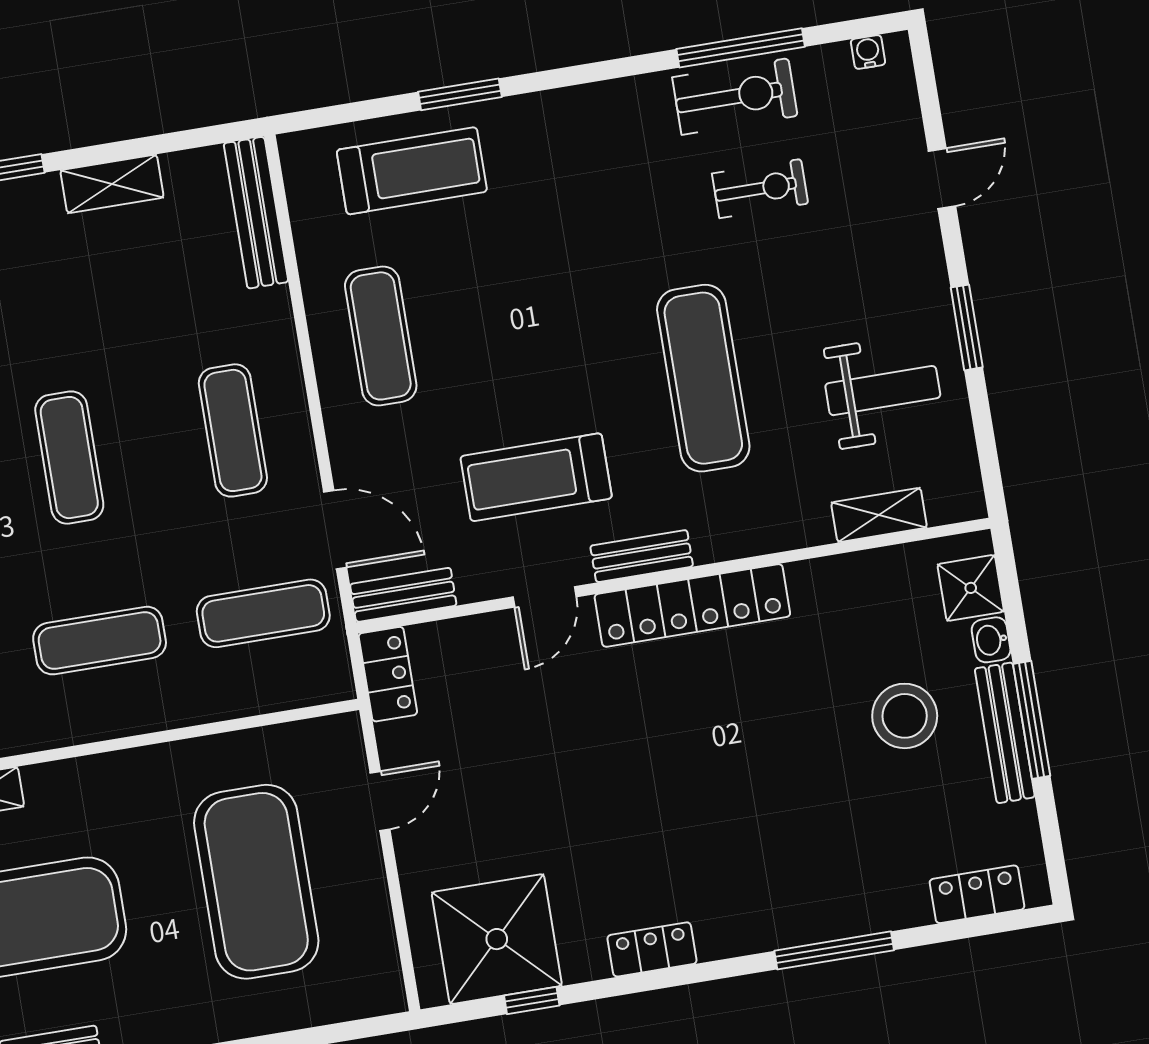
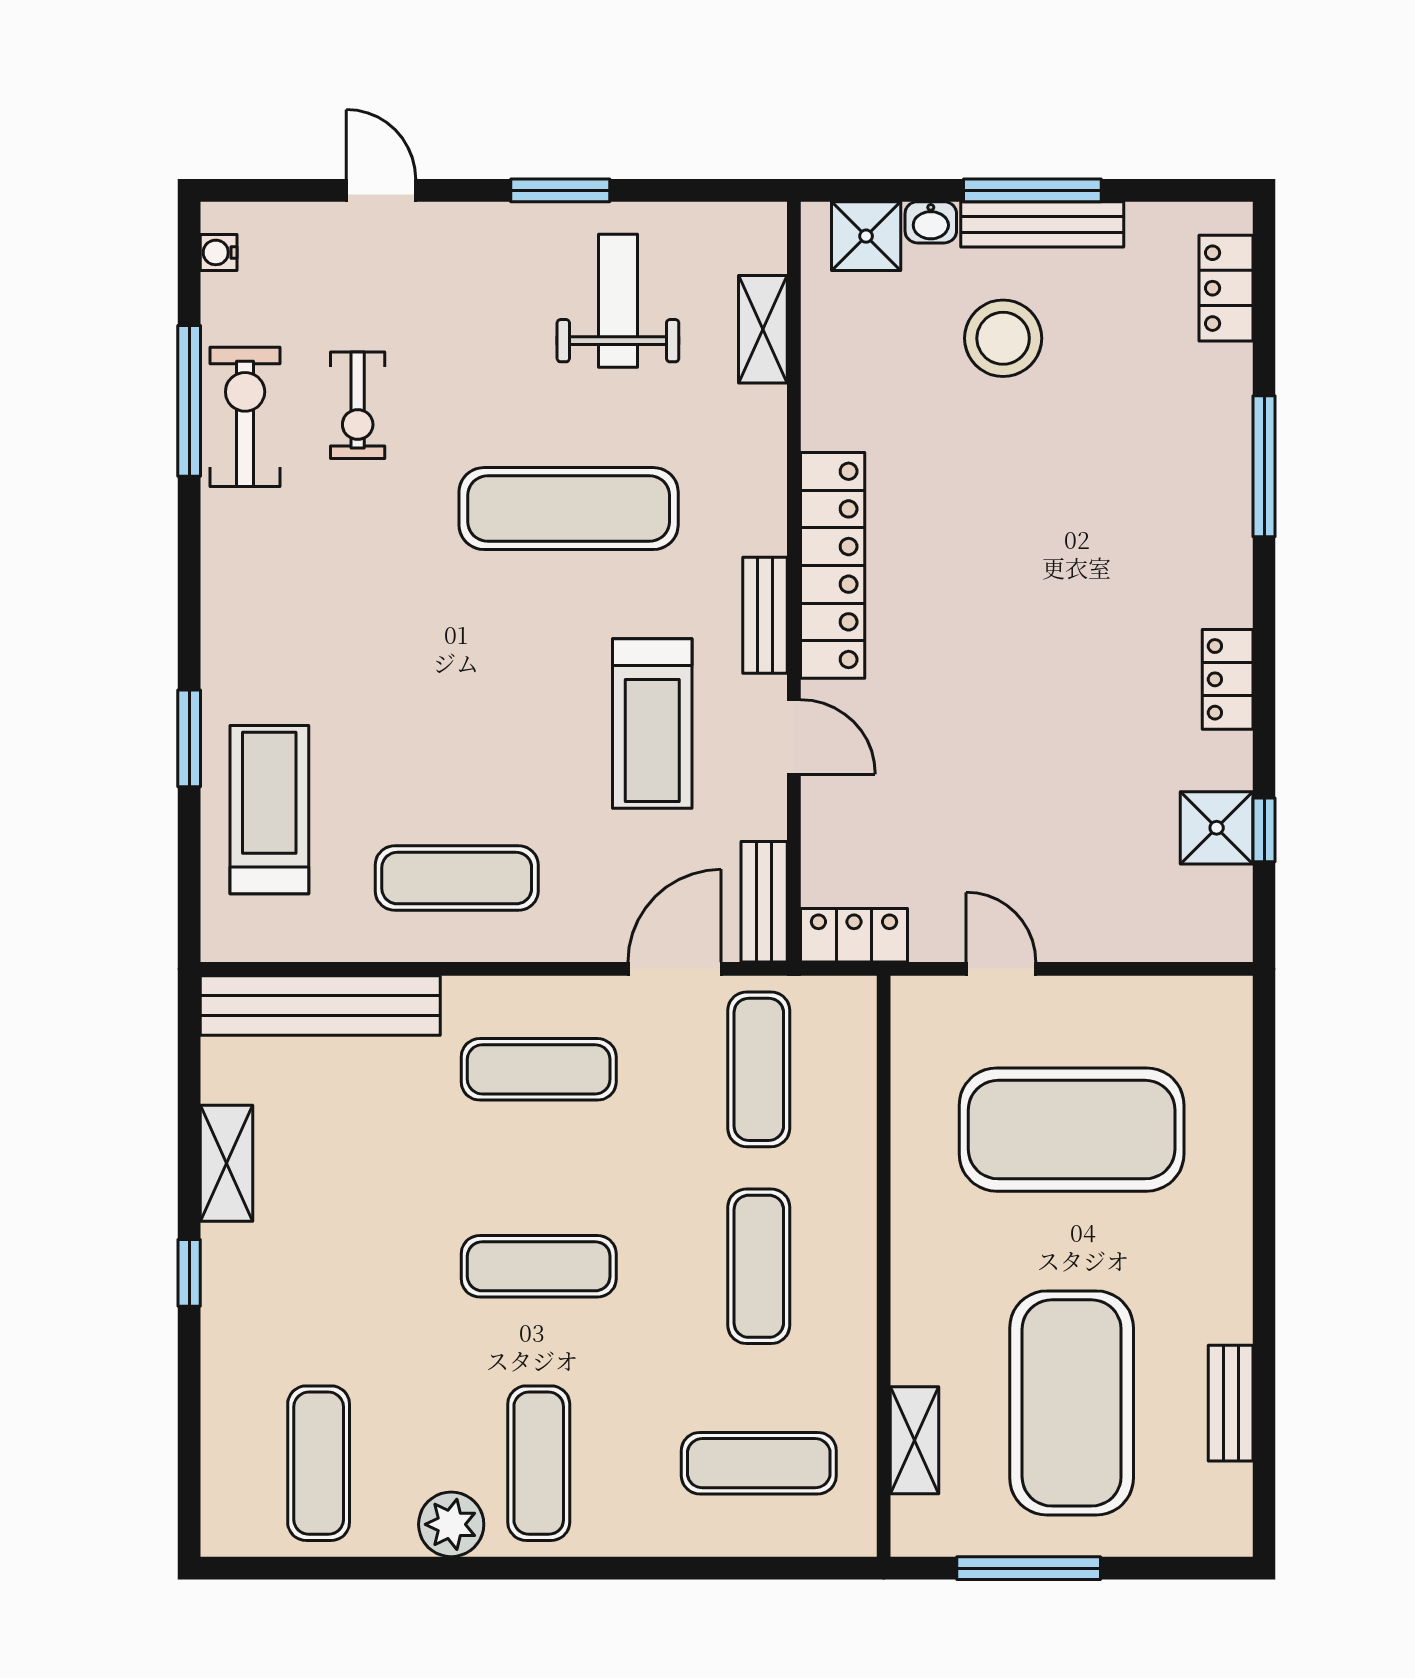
exercise bike: (760, 189) -> (358, 405), turned 180
bench: (256, 213) -> (320, 1005), width x1.37, depth x1.21
shower: (497, 939) -> (1217, 828), width x0.54, depth x0.54

